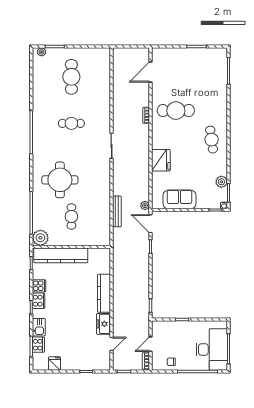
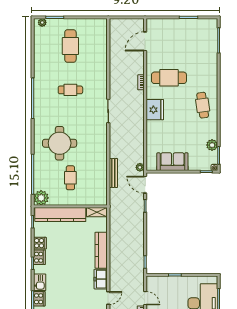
fridge: (161, 160) -> (155, 110), moved
shelving: (99, 253) -> (97, 212), added
door: (150, 344) -> (145, 298), swing flipped

